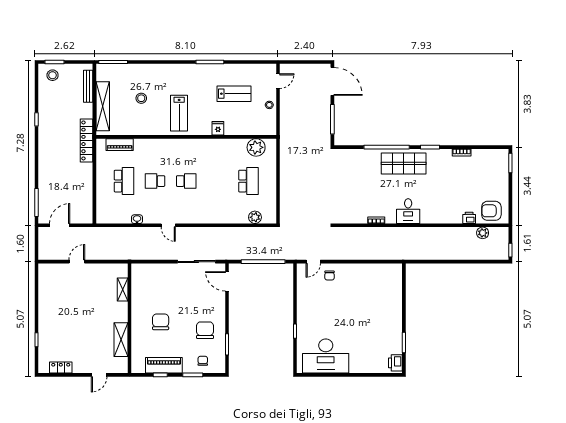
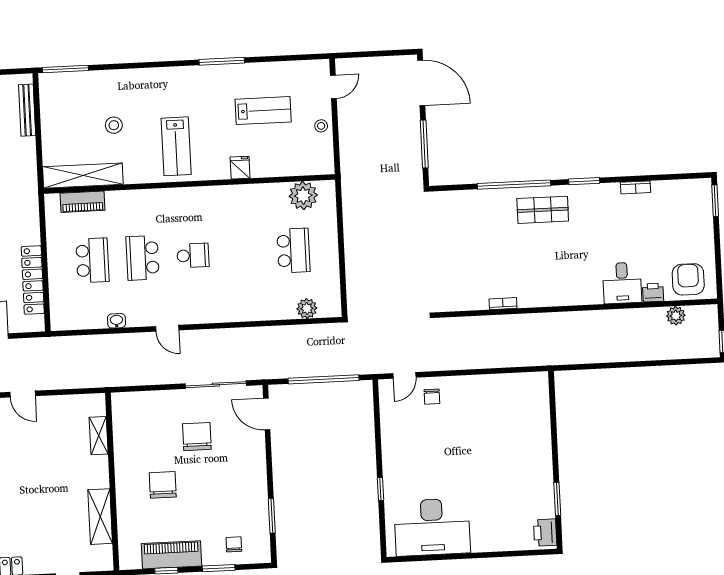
shelving: (103, 106) -> (83, 176), moved, turned 90
locker: (87, 140) -> (33, 280), moved
shop shelf: (404, 163) -> (543, 210), width x0.70, depth x0.74
school desk: (155, 181) -> (143, 258), width x1.85
desk: (408, 211) -> (622, 283), moved
armchair: (491, 211) -> (688, 279), turned 90
door: (77, 262) -> (23, 394), swing flipped
chair: (205, 330) -> (197, 437), moved

